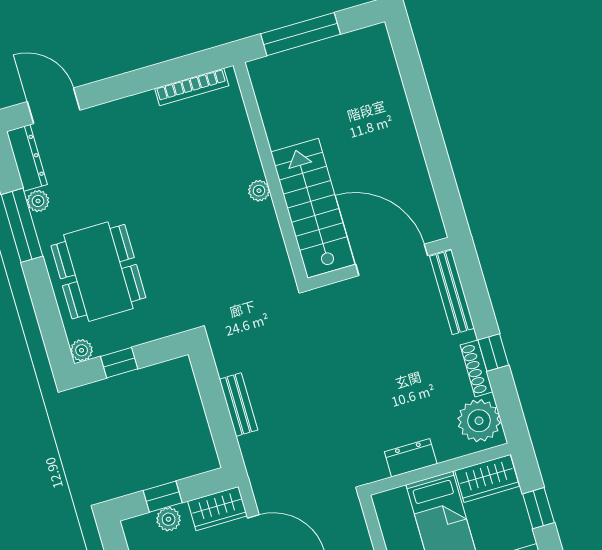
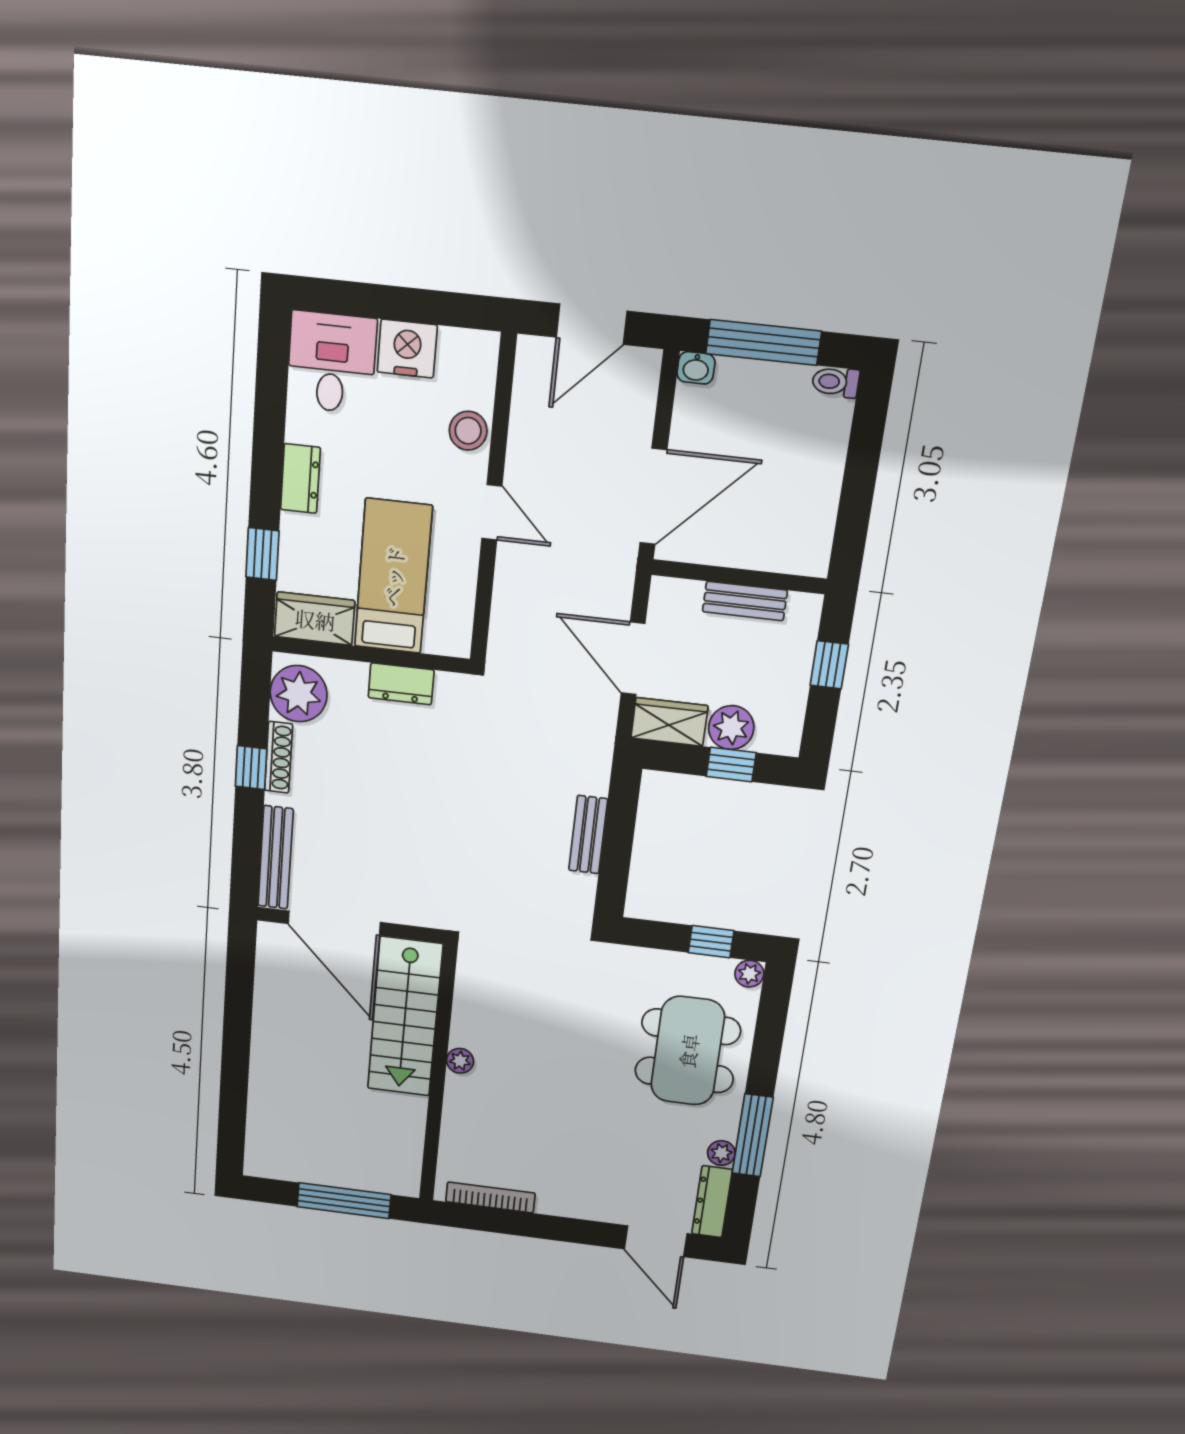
plant: (169, 519) -> (731, 728), width x1.38, depth x1.38

